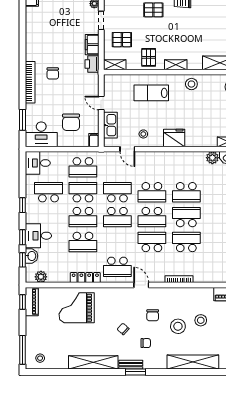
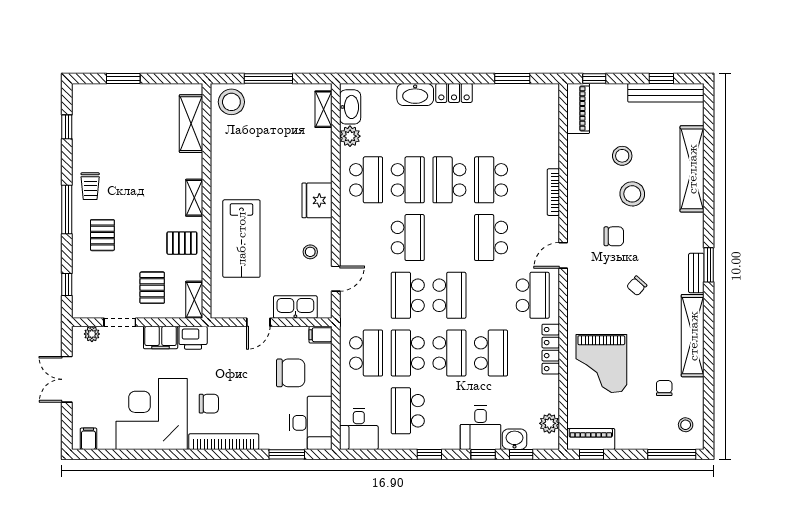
corner desk: (47, 39) -> (152, 414), added
stool: (191, 84) -> (227, 171), removed
lab bench: (151, 93) -> (241, 239), width x1.36, depth x1.39
school desk: (152, 217) -> (366, 180), moved
chair: (146, 343) -> (664, 388), moved

